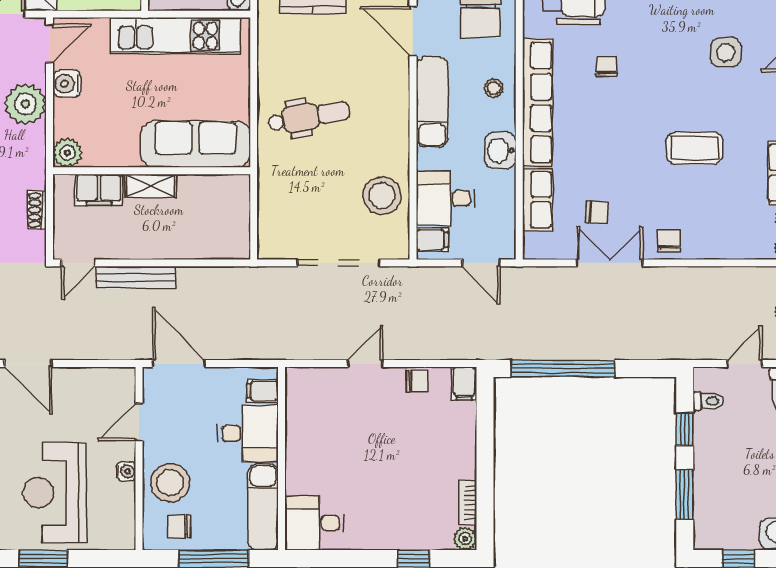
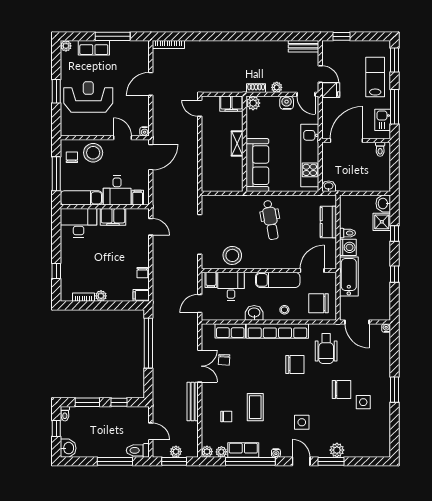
chair: (607, 67) -> (295, 364), width x1.87, depth x1.87
plant: (25, 104) -> (277, 87), width x0.53, depth x0.53
filing cabinet: (99, 190) -> (231, 104), moved, turned -90
shoe rack: (37, 210) -> (256, 88), moved
chair: (669, 241) -> (226, 417), moved
bench: (136, 277) -> (193, 402), moved
door: (365, 364) -> (151, 227), moved
toilet: (708, 401) -> (65, 414), moved
filing cabinet: (302, 442) -> (113, 217), added
water cooler: (126, 471) -> (145, 131), moved
desk: (314, 523) -> (79, 223), width x1.37
plant: (465, 539) -> (101, 296), moved

